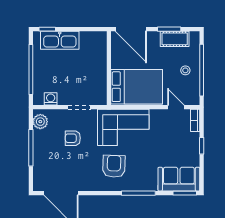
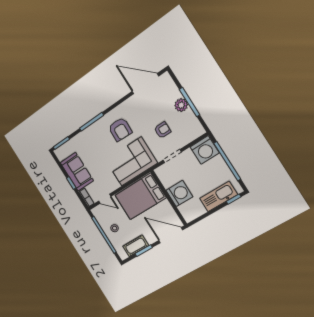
washing machine: (96, 66) -> (179, 193), added
washing machine: (51, 99) -> (205, 150), width x1.89, depth x1.89
plant: (40, 122) -> (181, 105), moved
sofa: (179, 179) -> (77, 172), moved, turned -90

